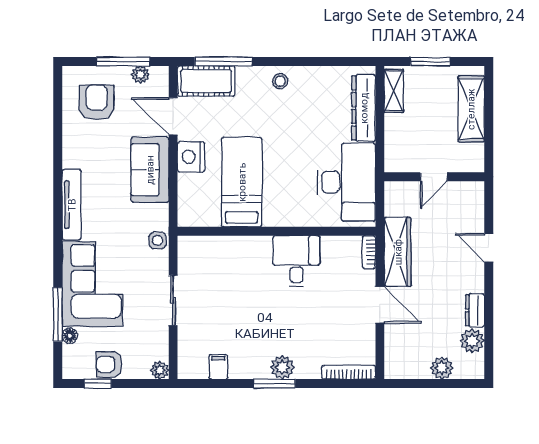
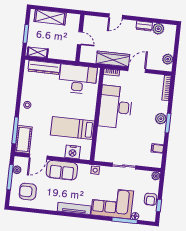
nightstand: (191, 157) -> (73, 152), moved
desk: (296, 261) -> (115, 107), width x1.87, depth x1.30
plant: (442, 368) -> (168, 59), moved

